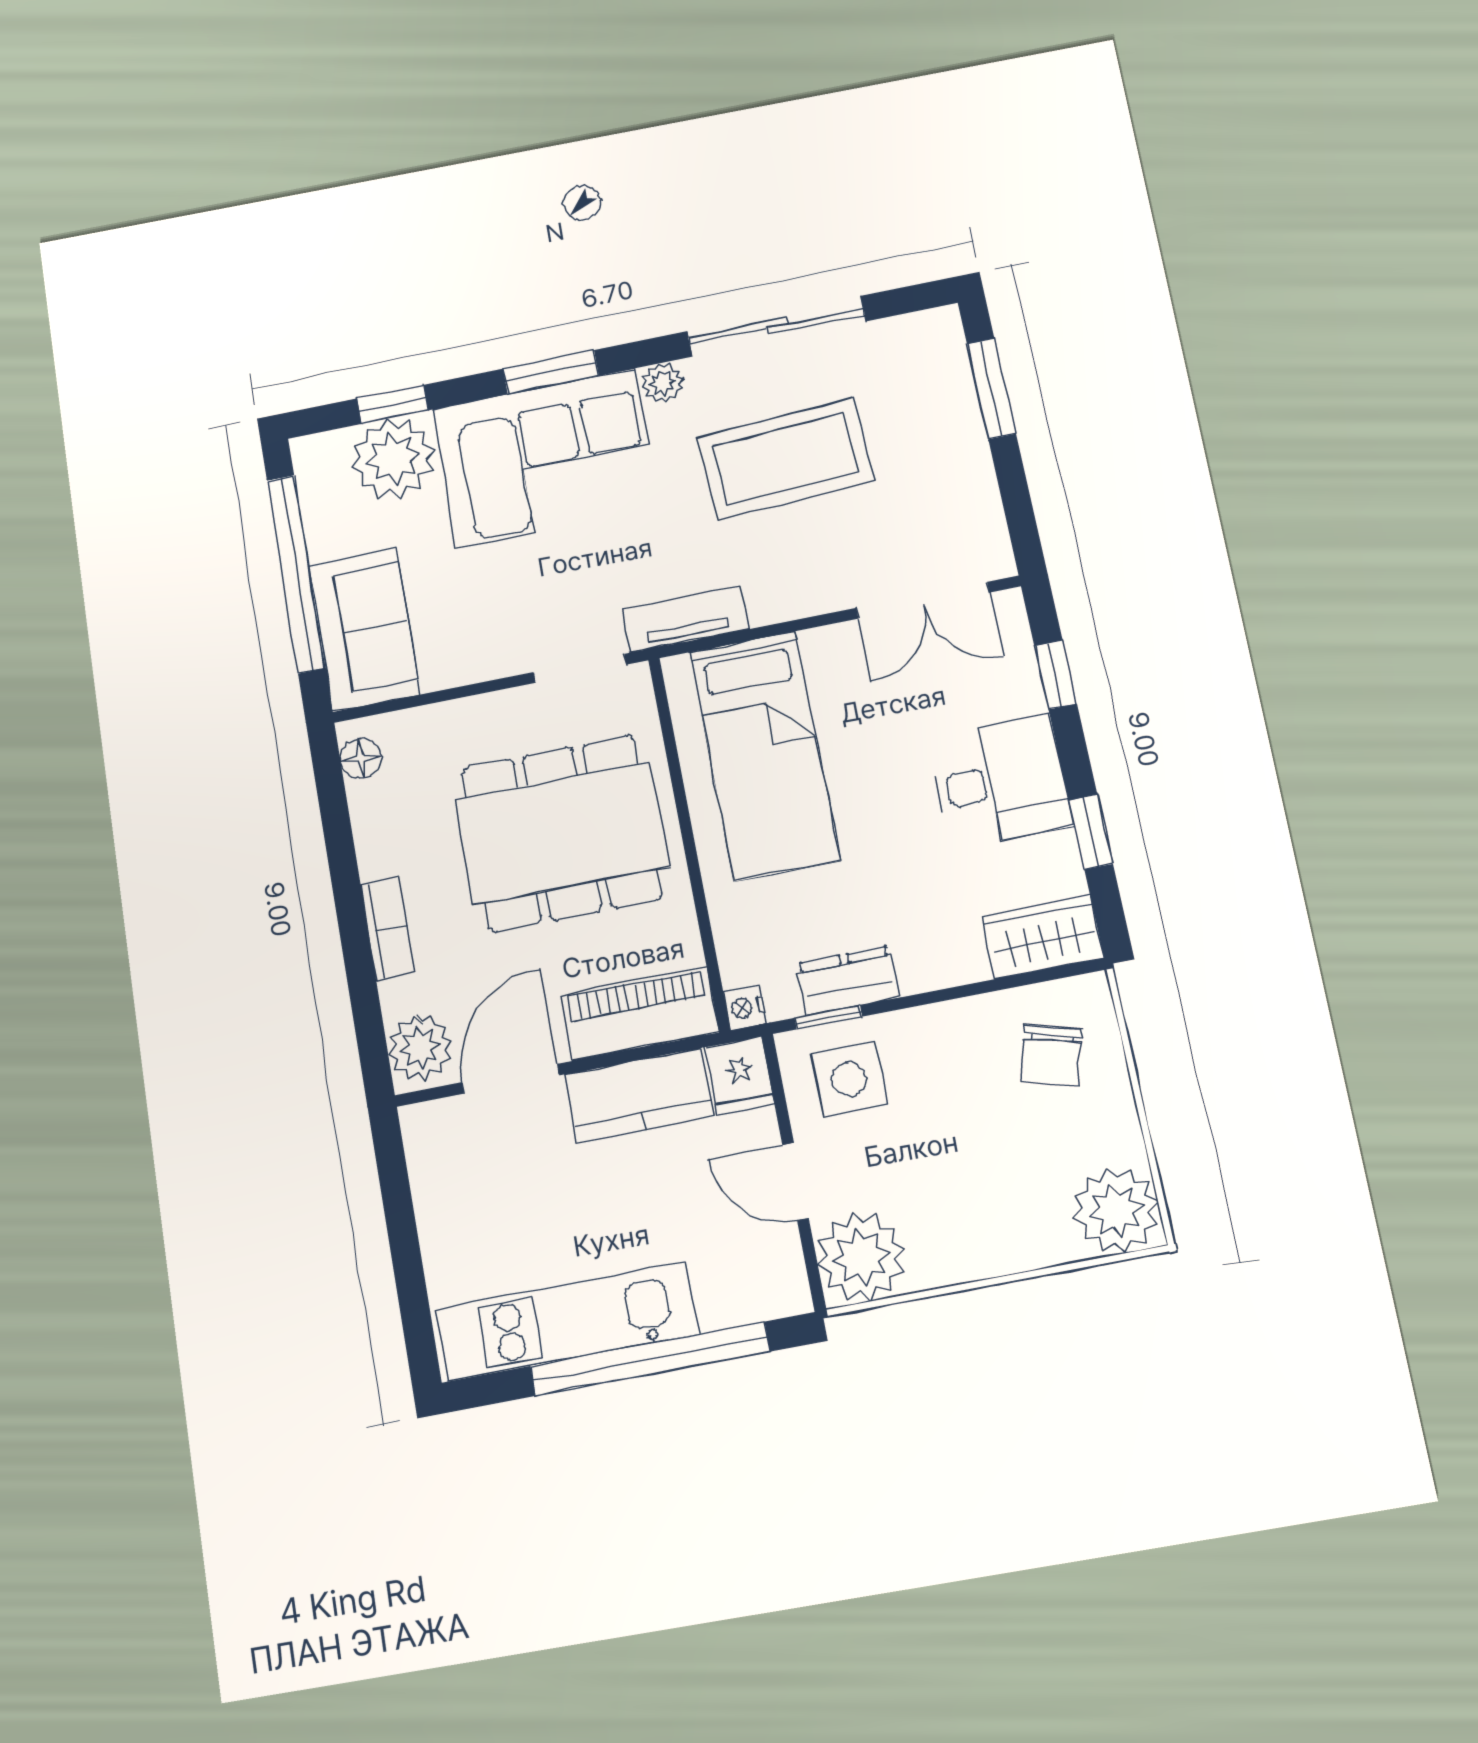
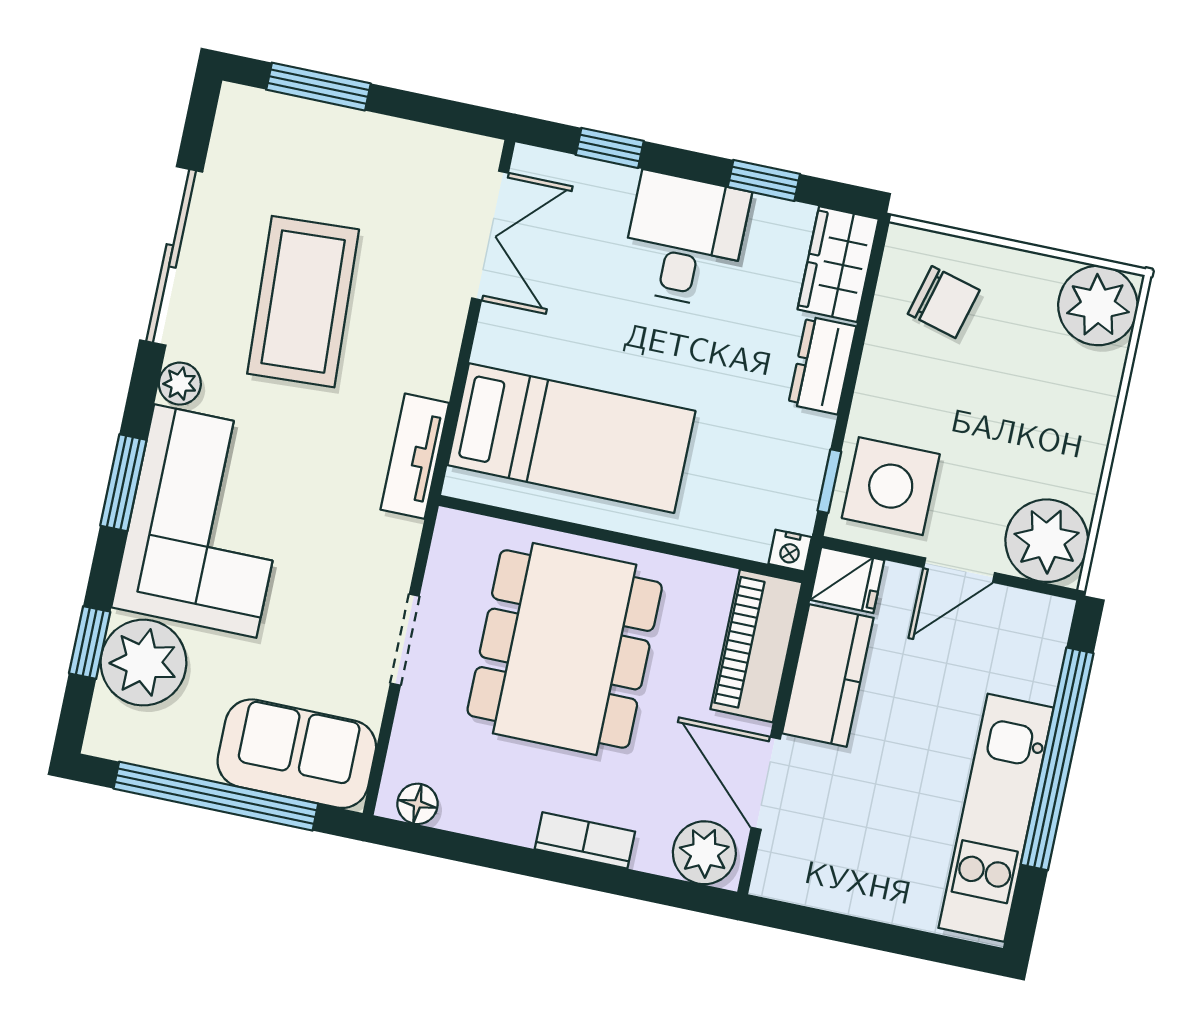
doorway: (580, 668) -> (405, 640), moved
dresser: (848, 980) -> (822, 365), moved
side table: (849, 1079) -> (891, 486), width x1.37, depth x1.37

